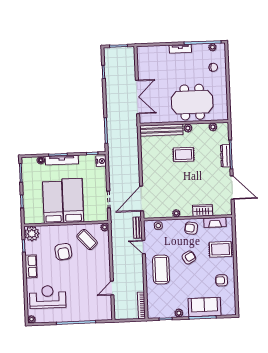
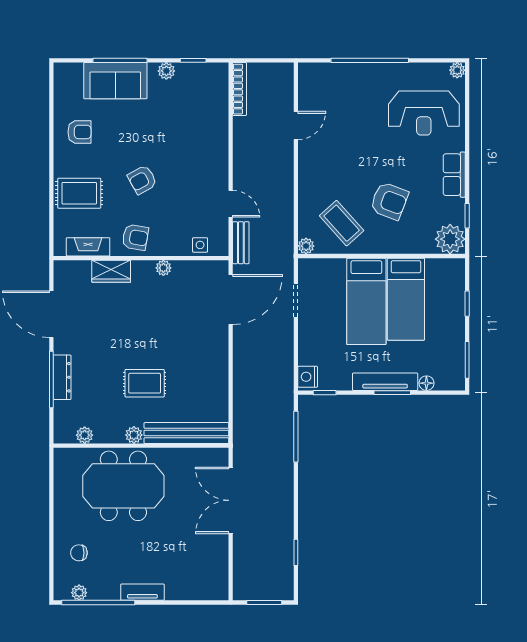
armchair: (63, 252) -> (389, 201), turned 118
coffee table: (161, 269) -> (198, 158), removed

